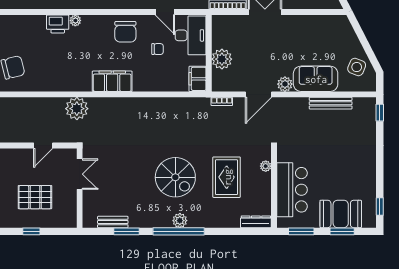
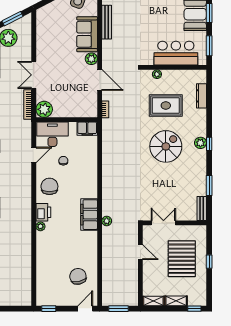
printer: (58, 24) -> (43, 212), moved
chair: (125, 32) -> (49, 186), turned -90
plant: (222, 59) -> (44, 109), moved
filing cabinet: (112, 81) -> (89, 215), moved
plant: (77, 109) -> (107, 221), width x0.53, depth x0.53
pallet: (35, 197) -> (182, 259), width x1.37, depth x1.41
bench: (113, 222) -> (202, 209), moved
dresser: (256, 222) -> (201, 96), moved
window: (179, 231) -> (209, 144), width x0.32

